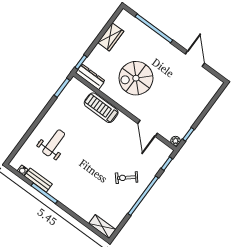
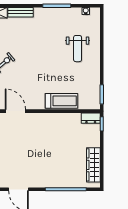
wardrobe: (111, 37) -> (93, 165), width x1.50
dresser: (90, 77) -> (91, 118), width x0.70
spiral stairs: (136, 78) -> (52, 142), removed
bench: (38, 180) -> (21, 12), moved

